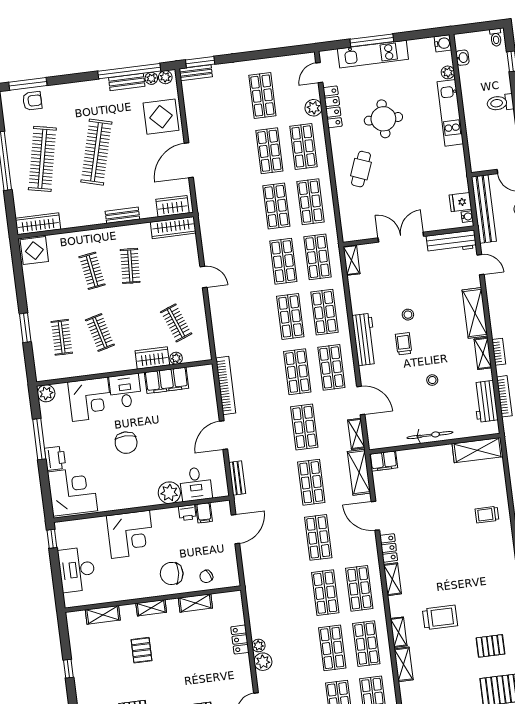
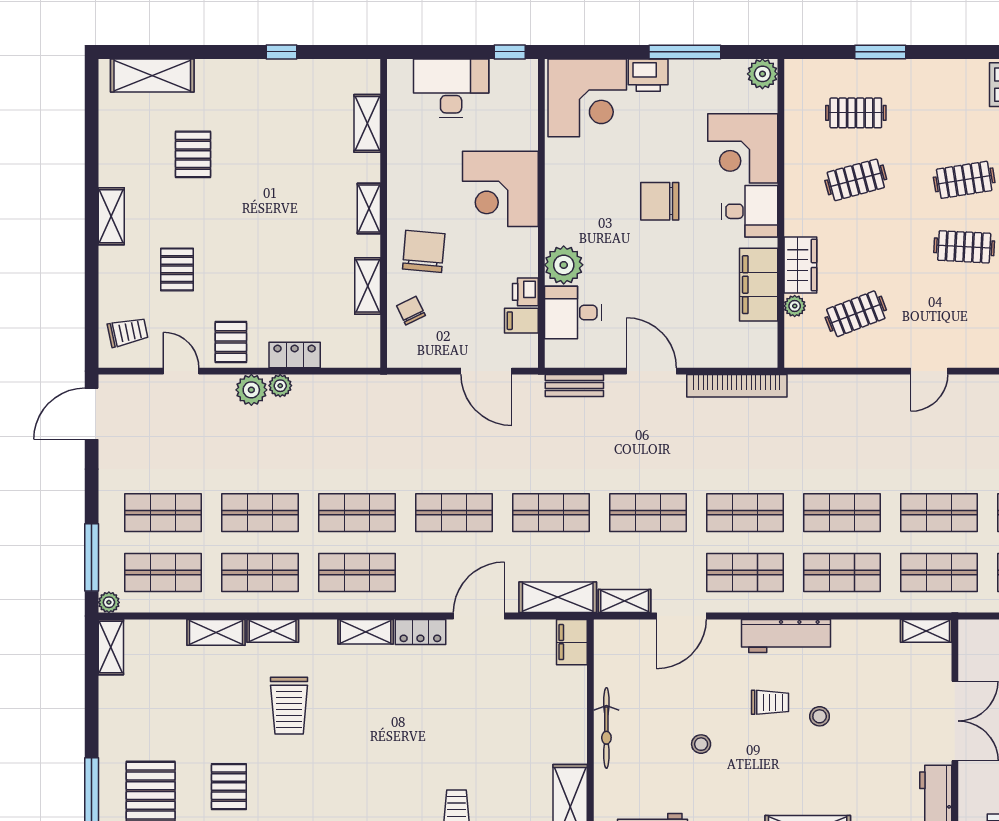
pallet: (141, 650) -> (231, 342), moved, turned 90

